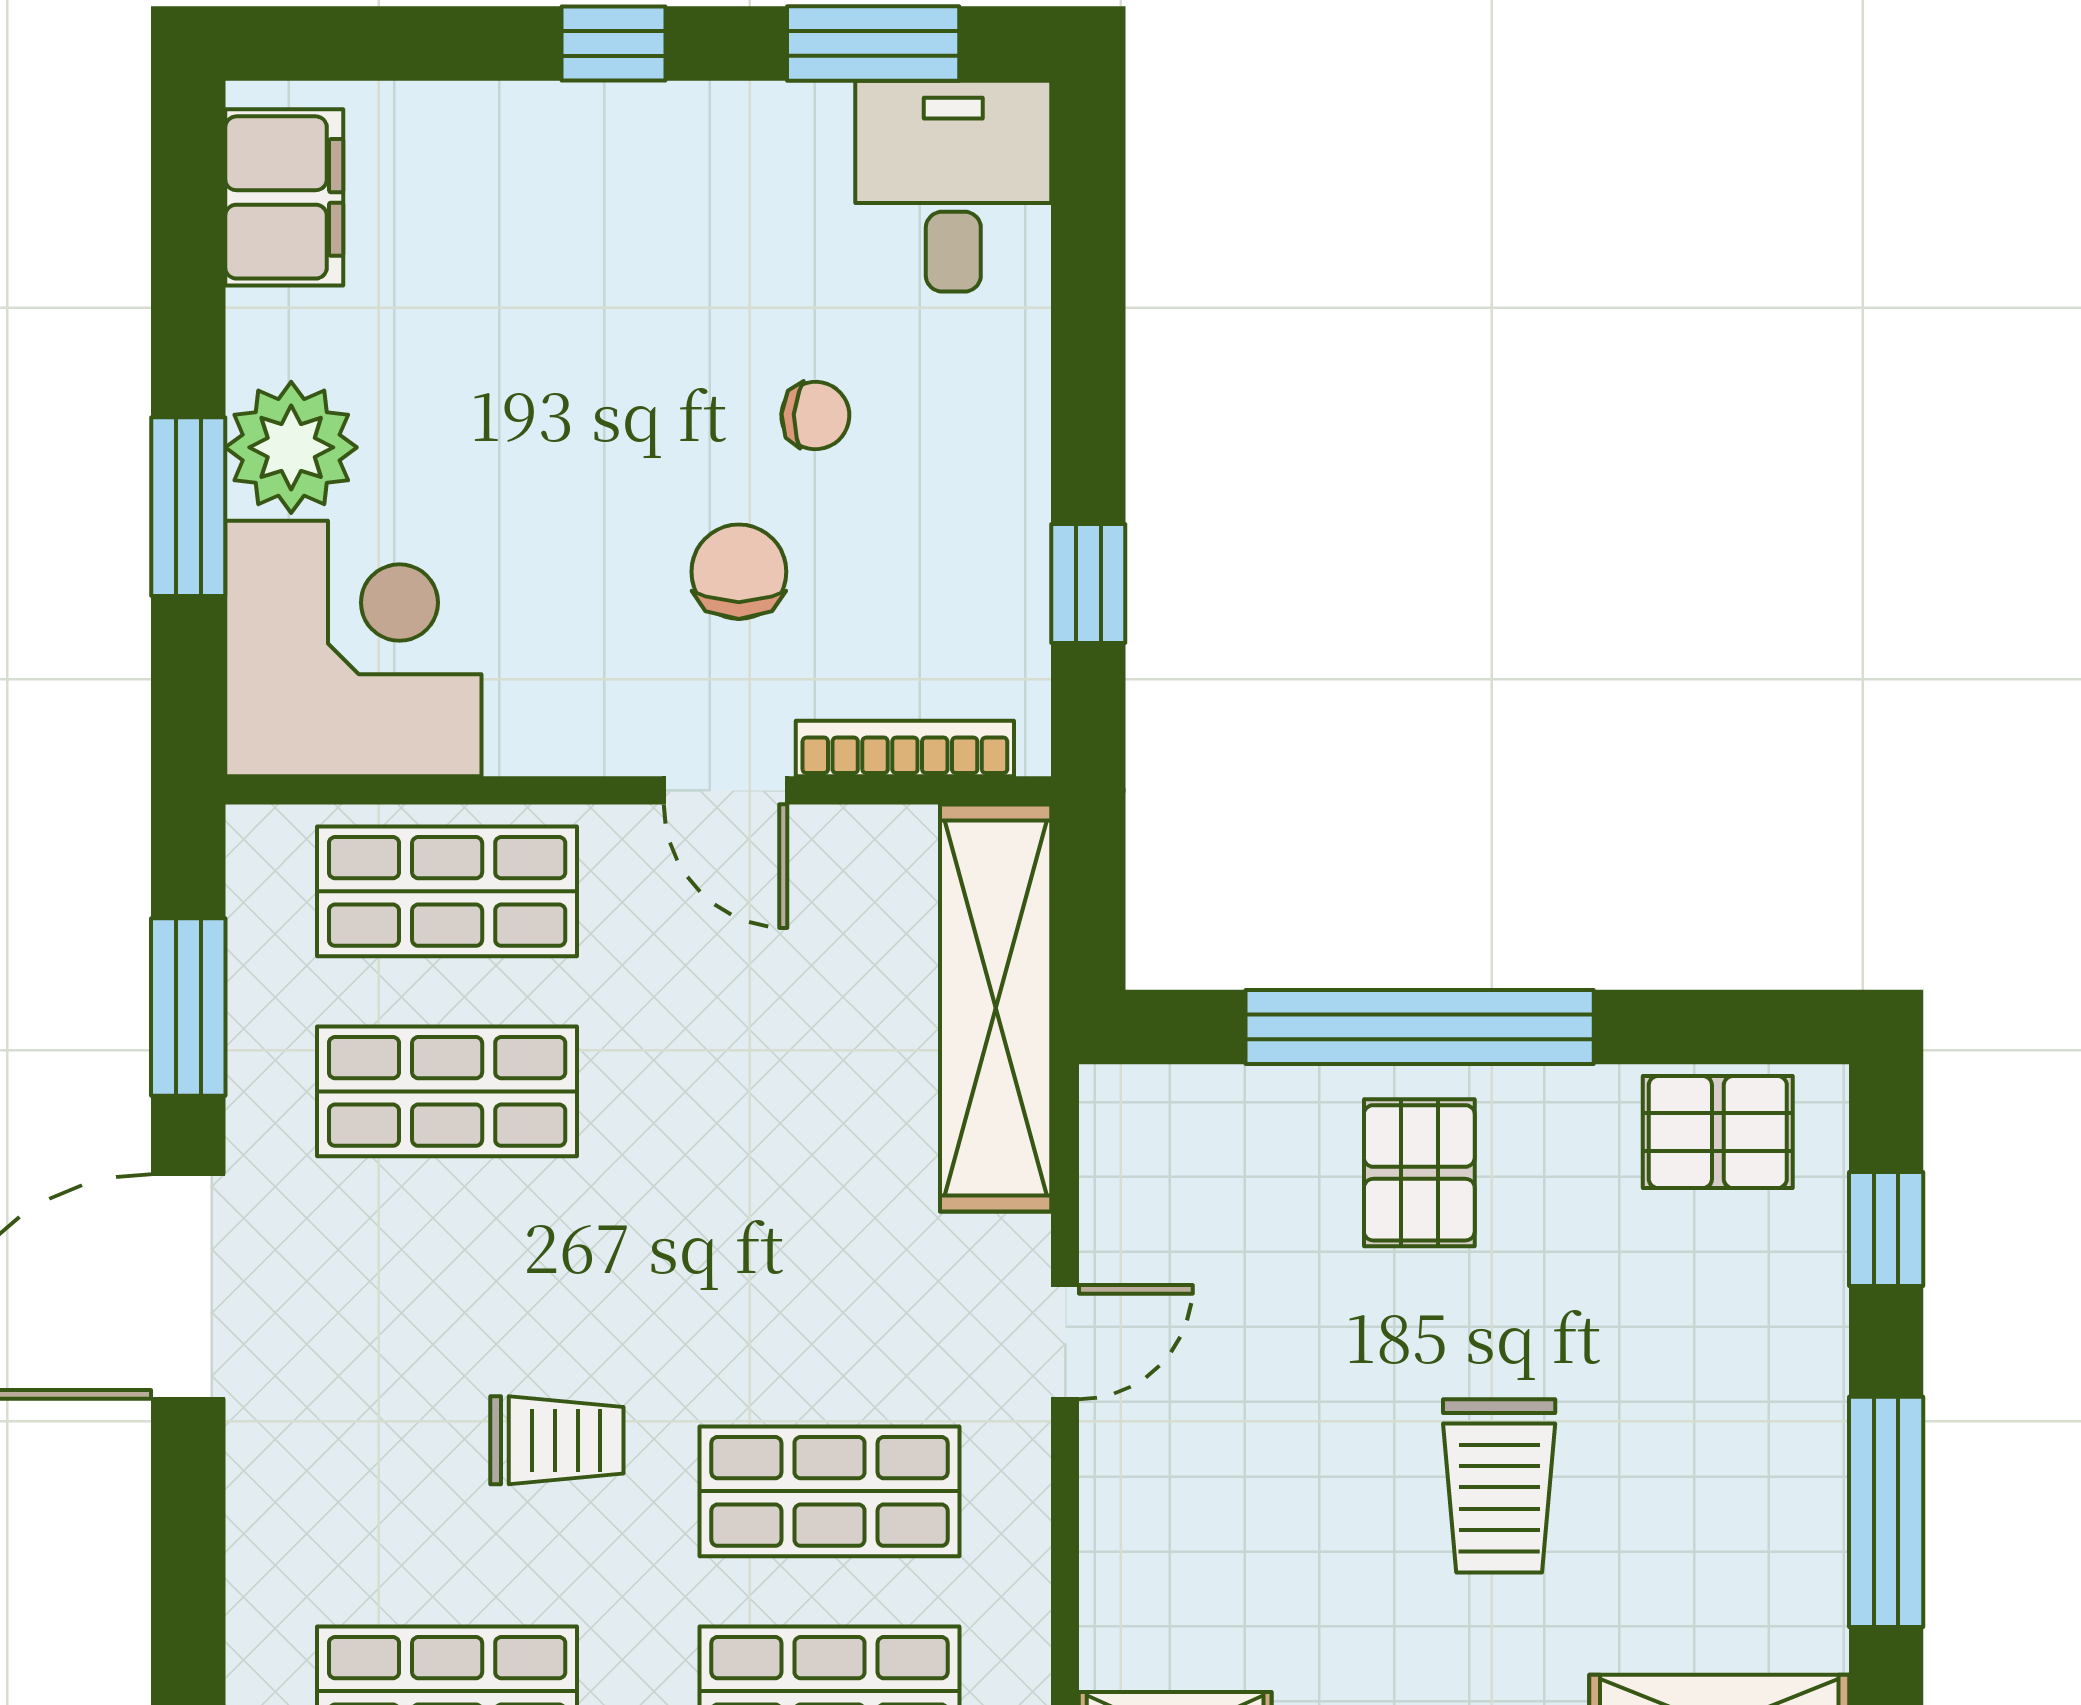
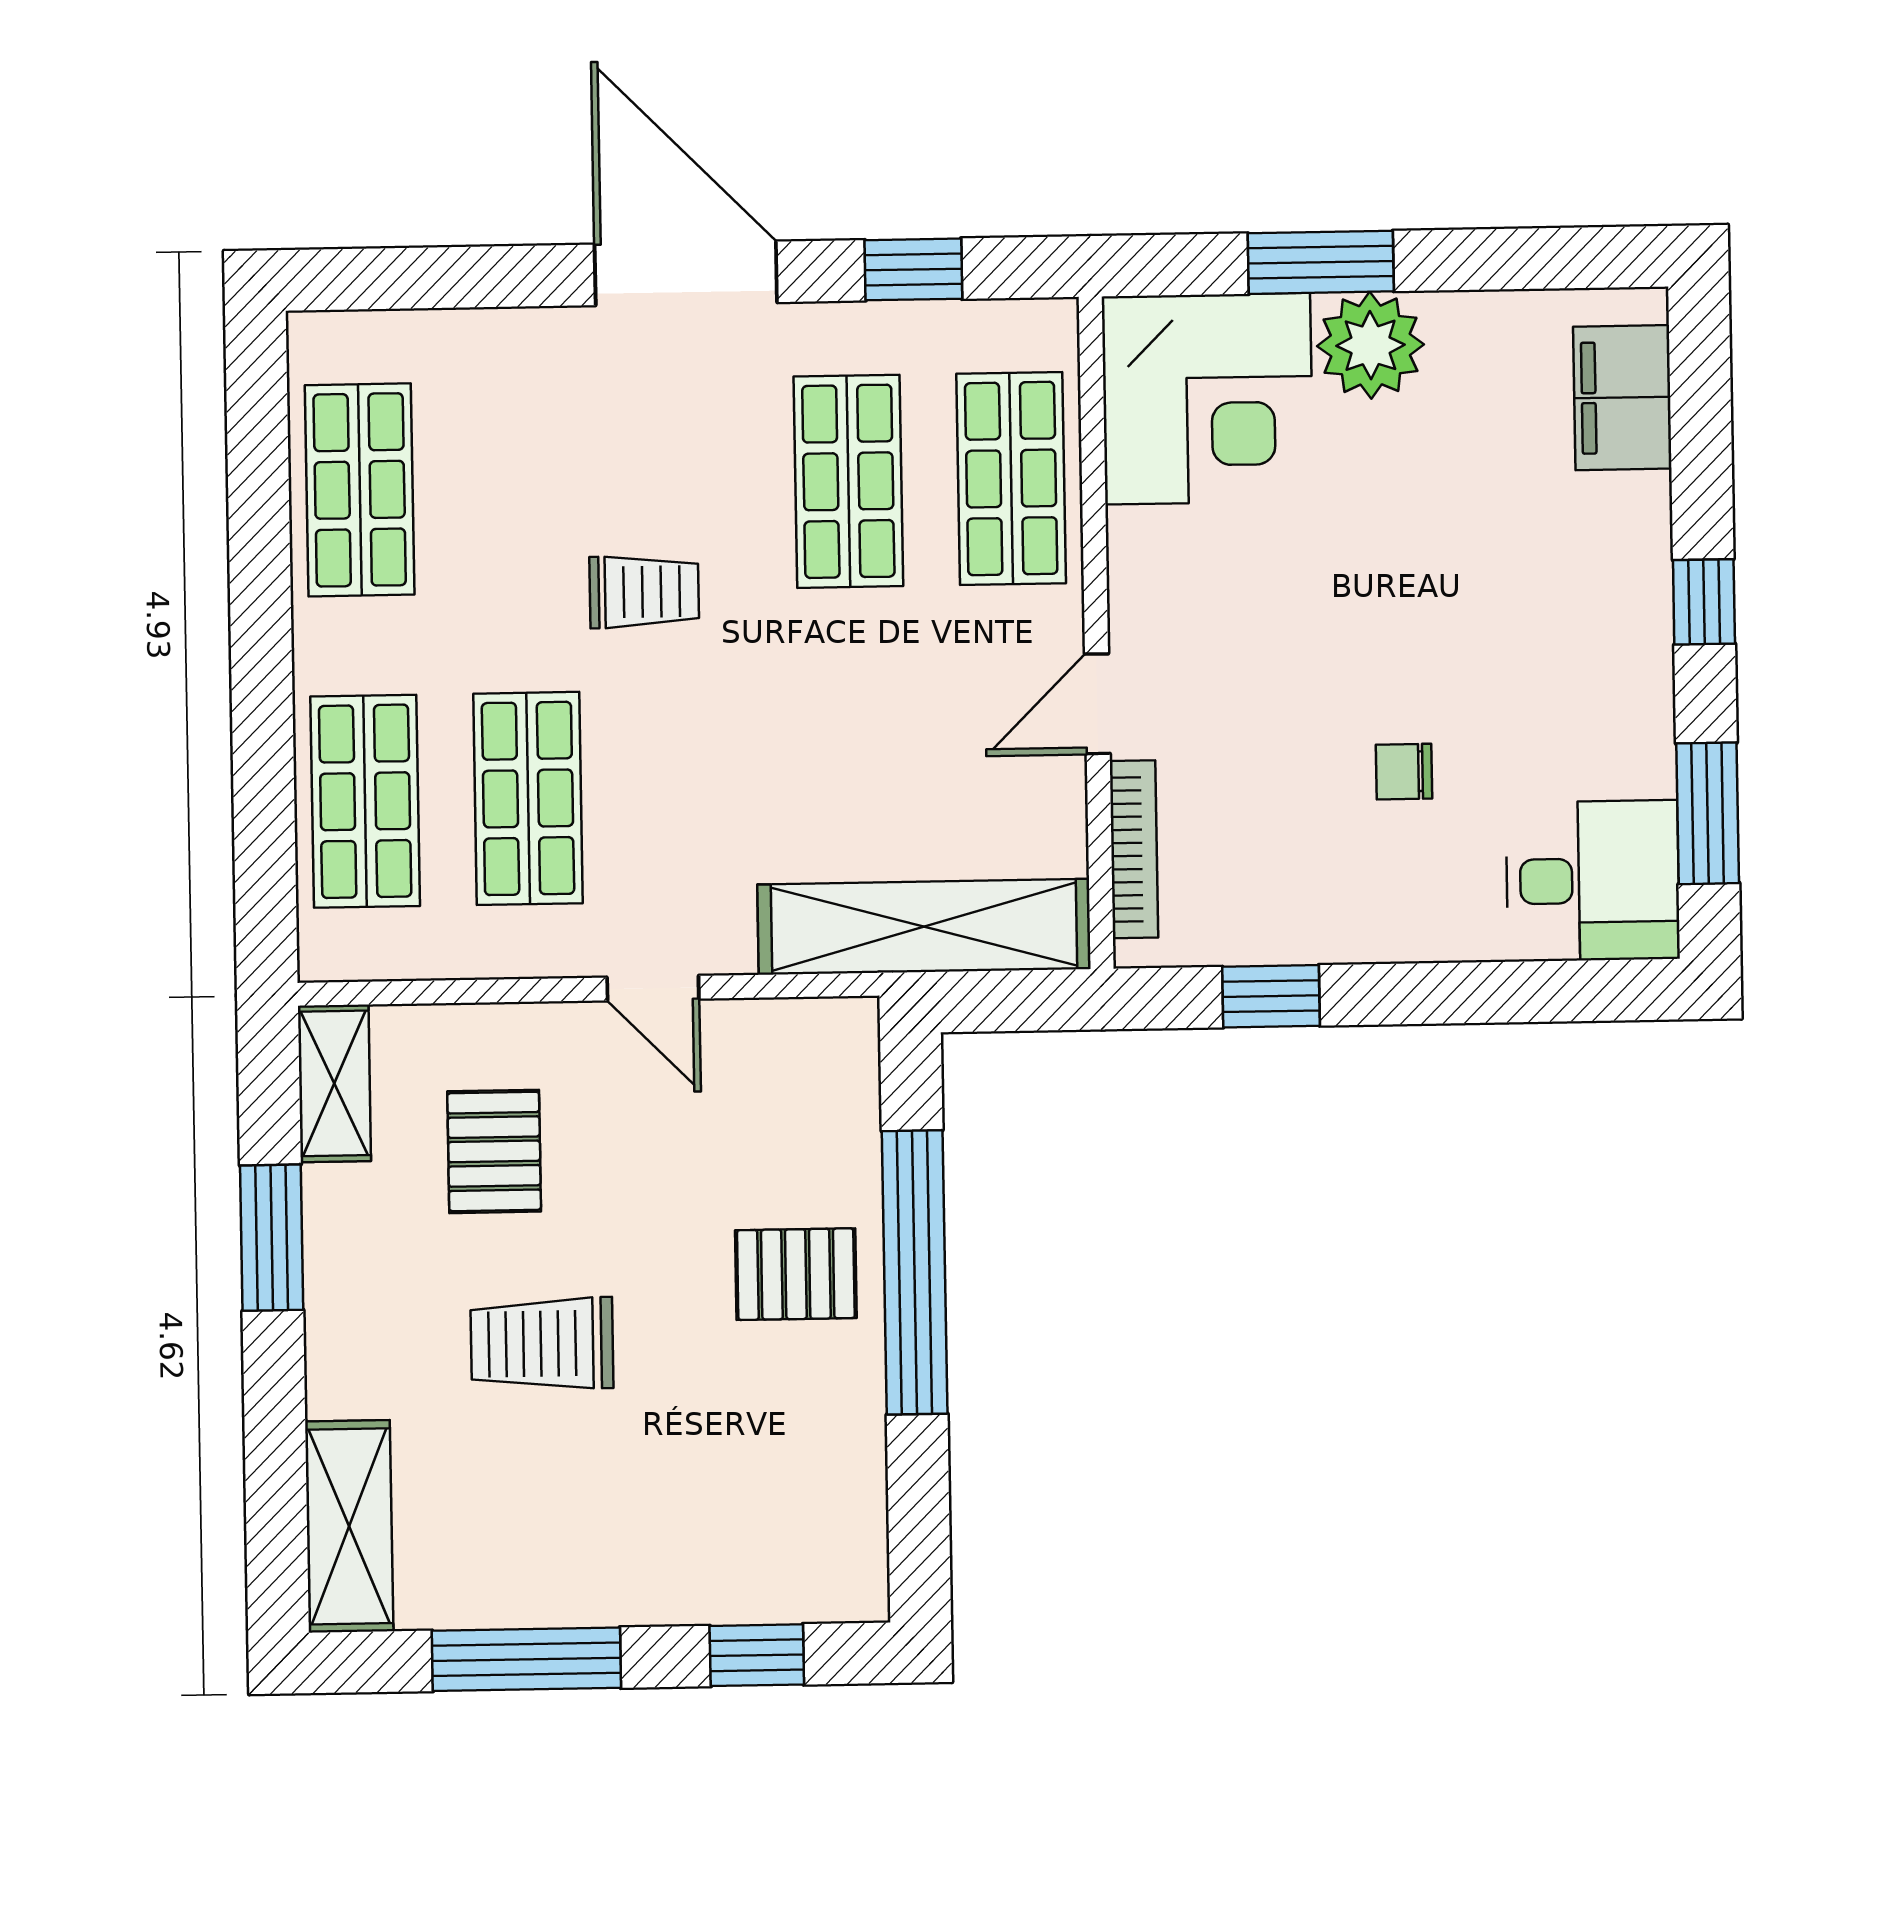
filing cabinet: (284, 197) -> (1622, 398), moved, turned 90
chair: (815, 416) -> (1404, 772), turned 87
chair: (739, 572) -> (1276, 712), removed
window: (188, 1007) -> (913, 269), width x0.67
pallet: (1718, 1132) -> (494, 1151), moved
trolley: (557, 1440) -> (644, 592), moved, turned -90

